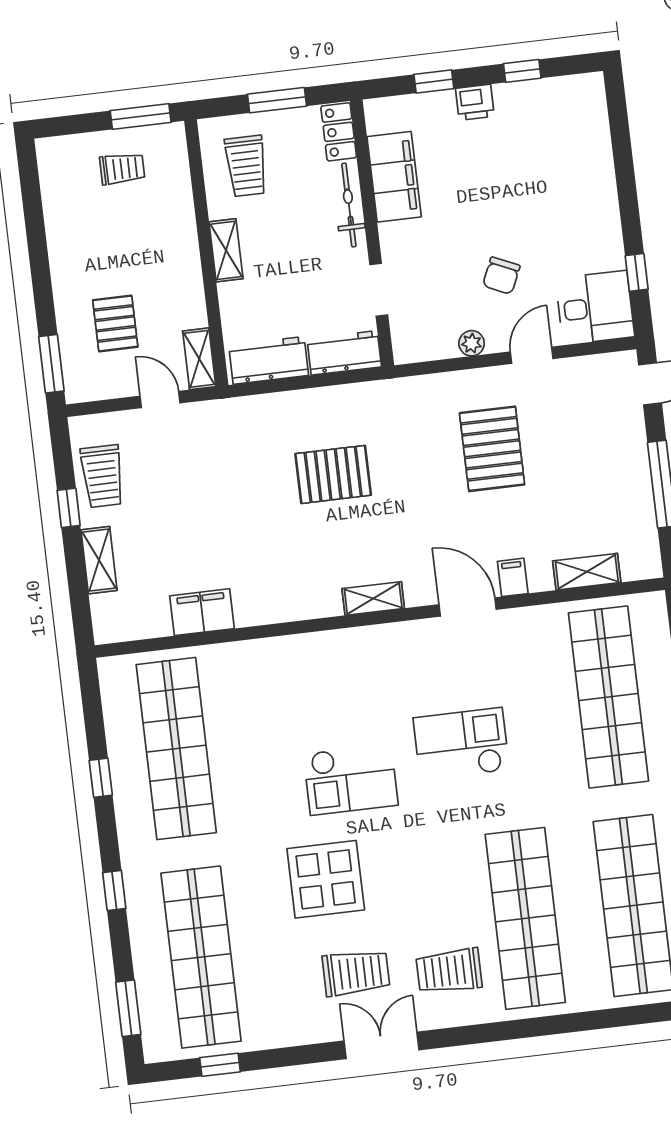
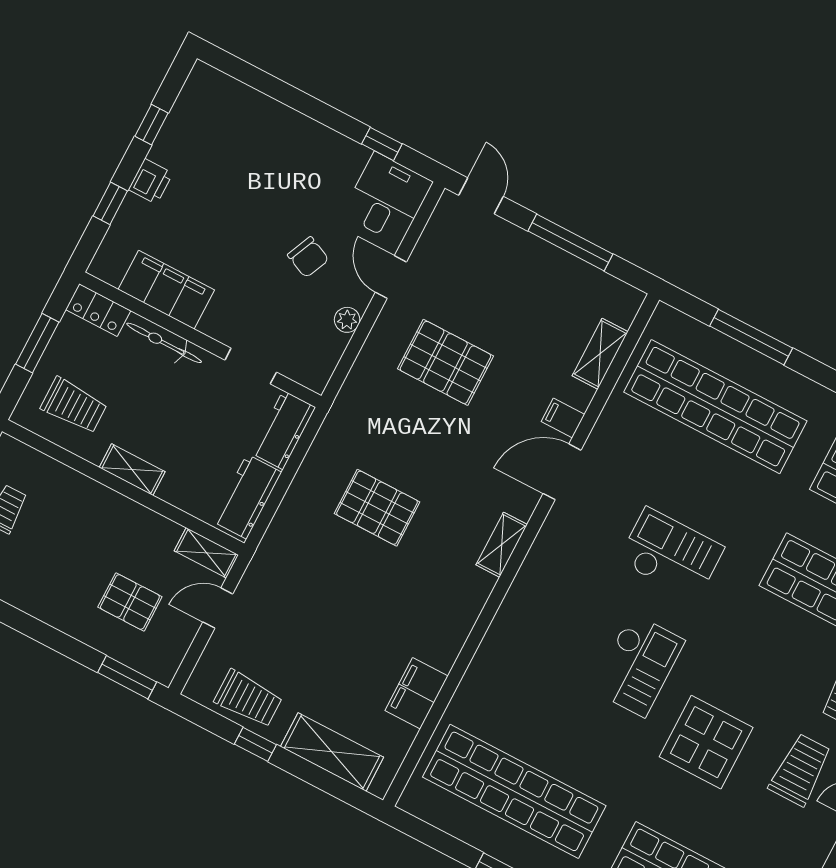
pallet: (333, 474) -> (377, 508), turned 90
shelving: (99, 560) -> (332, 752), width x1.50, depth x1.33
checkout: (461, 744) -> (671, 554), turned 90

